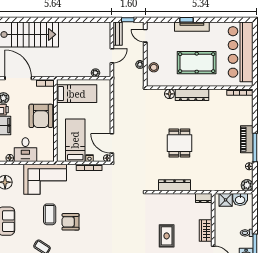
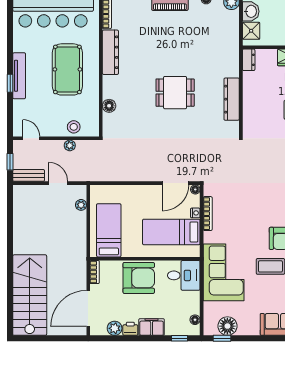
door: (145, 36) -> (31, 138), swing flipped
dresser: (192, 95) -> (110, 52), moved
desk: (25, 150) -> (184, 275), moved

